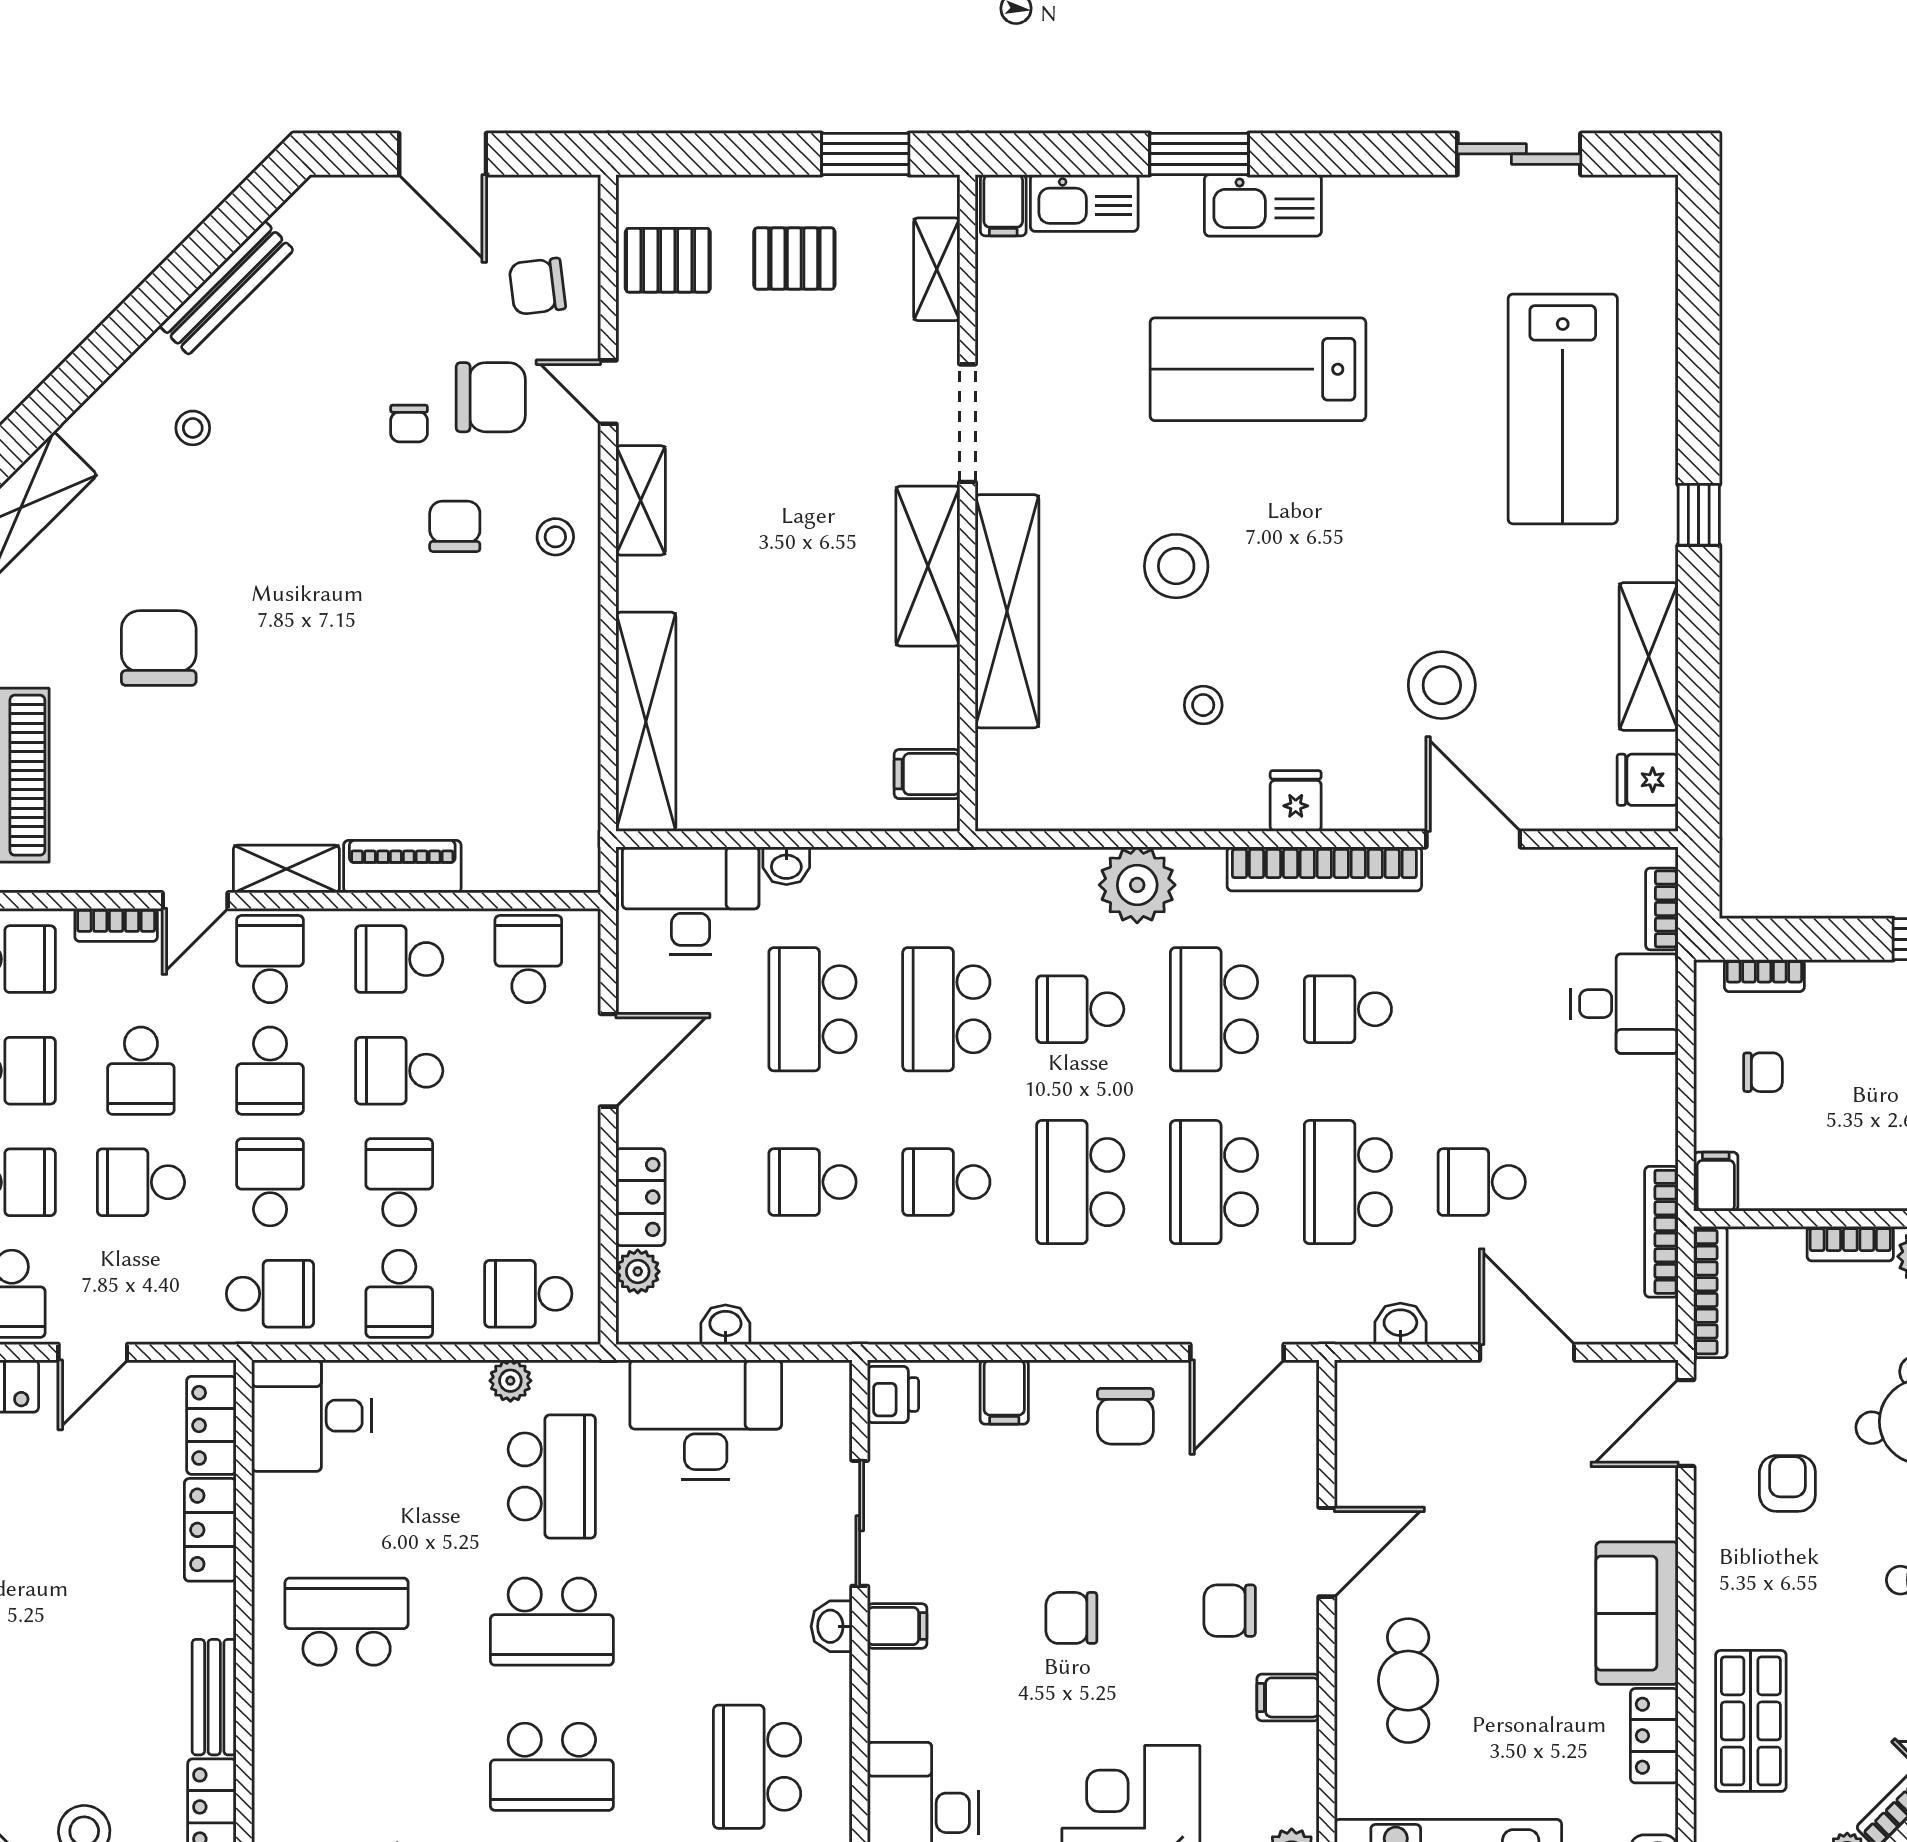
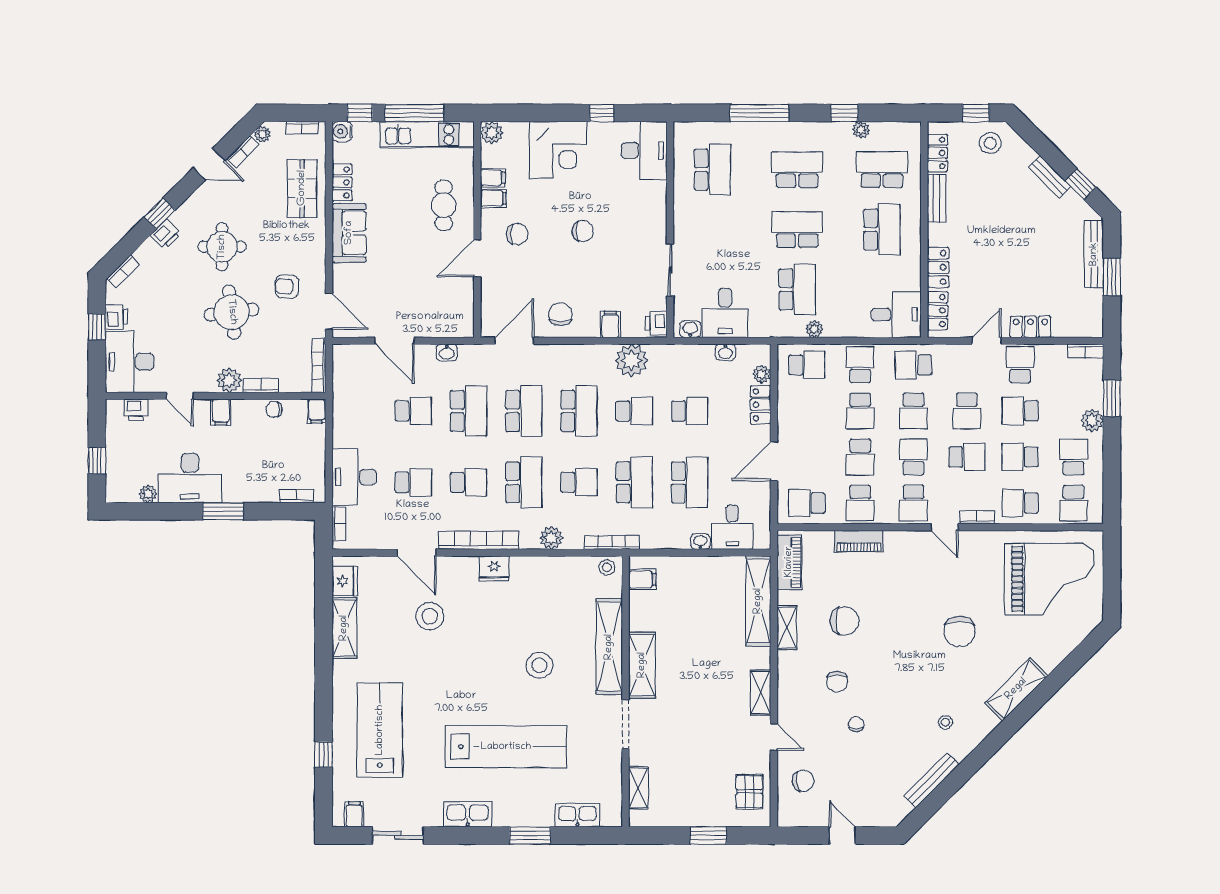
door: (443, 154) -> (842, 835), width x0.73
window: (865, 154) -> (708, 835), moved
filing cabinet: (1003, 205) -> (354, 814), moved
kitchen sink: (1263, 205) -> (468, 814), moved
pallet: (794, 259) -> (697, 792), removed
pallet: (668, 260) -> (749, 792), turned 90
lab bench: (1258, 369) -> (506, 747), width x1.36
chair: (491, 397) -> (845, 621), moved, turned 180
window: (1699, 515) -> (324, 754), moved
stool: (555, 537) -> (796, 677), removed
stool: (1203, 705) -> (607, 567), moved
fridge: (1648, 780) -> (345, 581), width x1.38
fridge: (1296, 801) -> (494, 568), width x1.38
piano: (571, 815) -> (789, 562), added
shelving: (286, 869) -> (787, 628), moved, turned 90
plant: (1137, 885) -> (551, 538), width x0.73, depth x0.73
desk: (691, 900) -> (732, 527), width x0.73
door: (195, 901) -> (944, 527), swing flipped
school desk: (399, 959) -> (860, 503), turned 90
school desk: (528, 959) -> (807, 503), turned 90
desk: (1625, 1004) -> (354, 477), width x1.37
school desk: (1482, 1009) -> (413, 482), added
school desk: (141, 1071) -> (967, 457), turned 90
school desk: (399, 1071) -> (860, 457), turned 90
chair: (1763, 1072) -> (274, 409), moved
school desk: (141, 1182) -> (967, 411), turned 90
bookcase: (1661, 1232) -> (612, 542), moved, turned -90
plant: (953, 1304) -> (632, 360), added
desk: (706, 1420) -> (725, 313), width x0.73
door: (1686, 1423) -> (329, 311), hinge flipped
school desk: (552, 1477) -> (797, 289), turned 180
armchair: (1787, 1483) -> (287, 287), turned 93
school desk: (347, 1622) -> (882, 229), turned -90
washbasin: (832, 1626) -> (690, 329), moved, turned -90
filing cabinet: (897, 1626) -> (493, 178), moved, turned 180
school desk: (347, 1767) -> (882, 170), added

